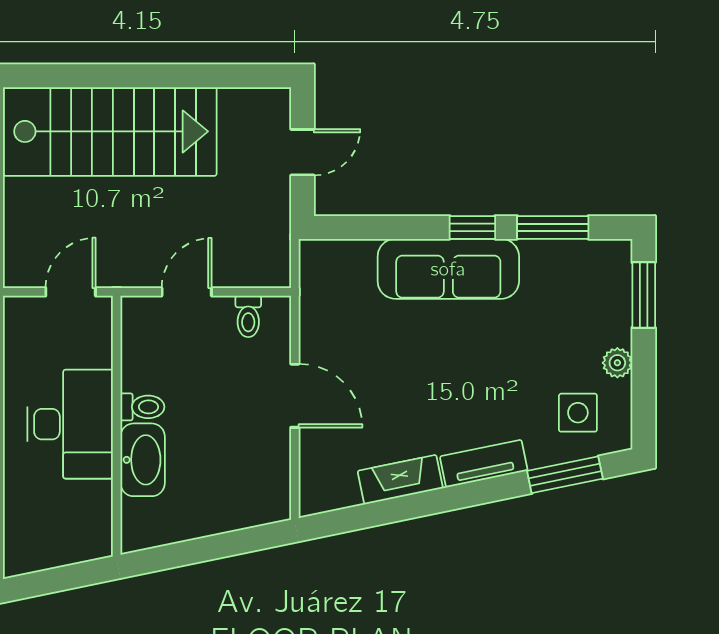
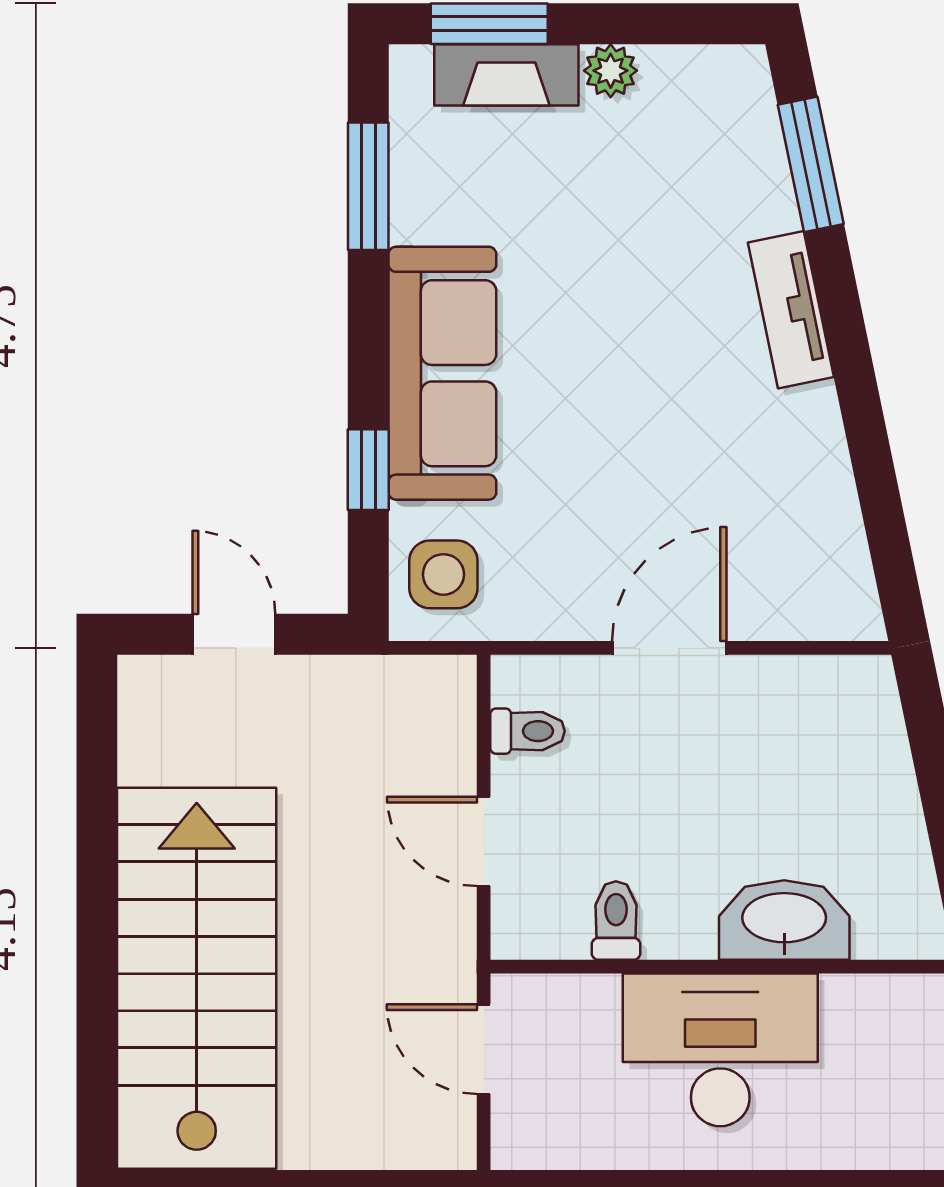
window: (472, 227) -> (368, 470), moved
toilet: (142, 407) -> (616, 921), moved
side table: (578, 413) -> (443, 574), moved
fireplace: (400, 480) -> (506, 75), moved, turned -78

